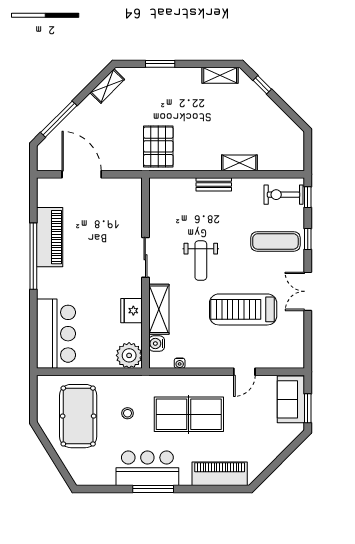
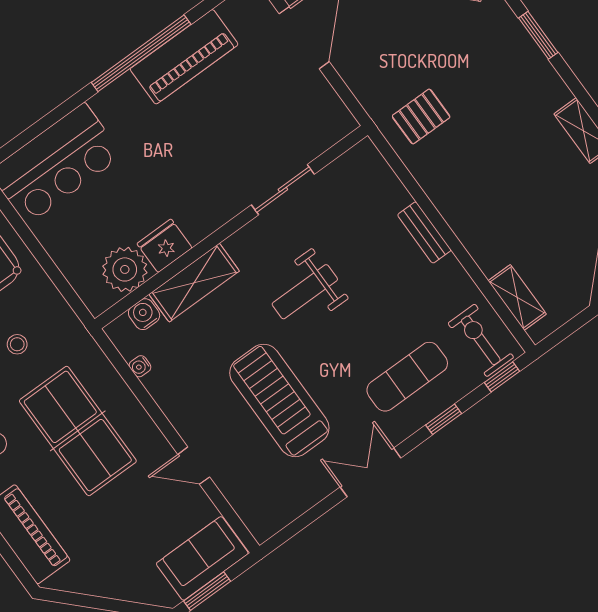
pallet: (158, 146) -> (421, 116), width x0.67, depth x0.71
shelving: (239, 163) -> (517, 297), moved
exercise mat: (275, 241) -> (407, 377), turned 90
sliding door: (145, 257) -> (283, 190), moved
plant: (129, 355) -> (125, 269), moved

